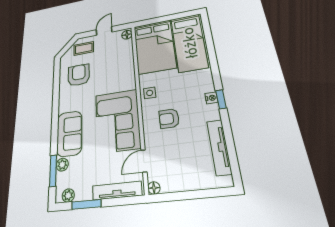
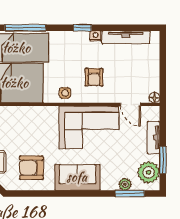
window: (210, 46) -> (25, 28), added
nightstand: (211, 98) -> (95, 36), moved
sofa: (69, 134) -> (77, 177), moved
tv unit: (117, 191) -> (154, 137), width x0.71
plant: (68, 195) -> (149, 172), width x1.87, depth x1.87

